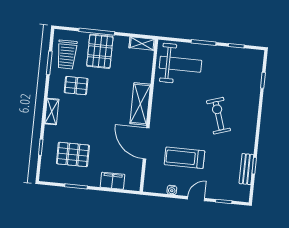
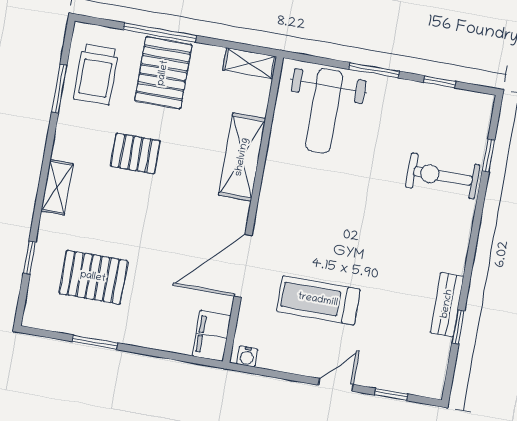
weight bench: (180, 64) -> (324, 111), turned 90
pallet: (76, 86) -> (135, 153), moved
shelving: (140, 104) -> (242, 157), moved
exercise bike: (218, 116) -> (443, 176), moved, turned -72
door: (146, 143) -> (243, 266), hinge flipped
bench: (246, 169) -> (447, 304), moved
filing cabinet: (113, 181) -> (212, 336), moved, turned -90
water cooler: (172, 190) -> (247, 356), moved

